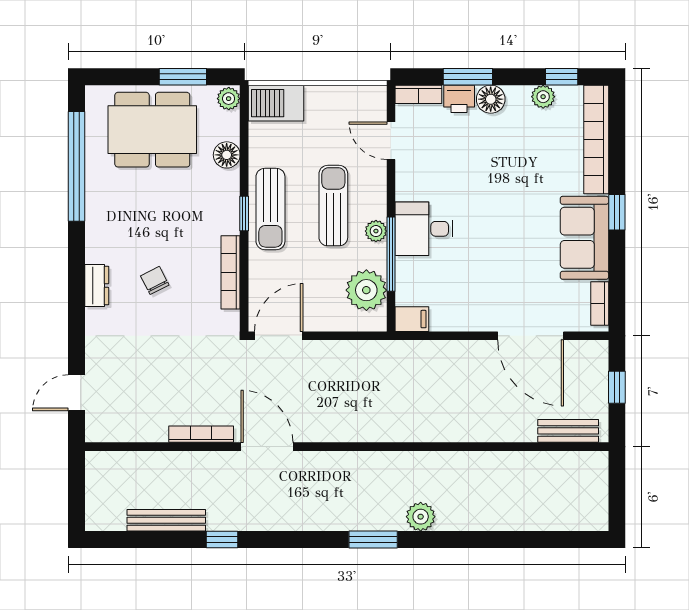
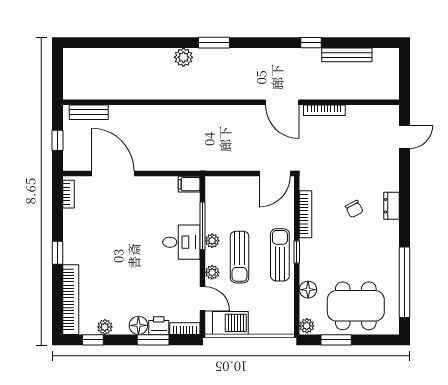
barbecue: (276, 103) -> (230, 323), moved
sofa: (584, 238) -> (78, 236), removed
plant: (366, 290) -> (212, 272), moved, width x0.53, depth x0.53

